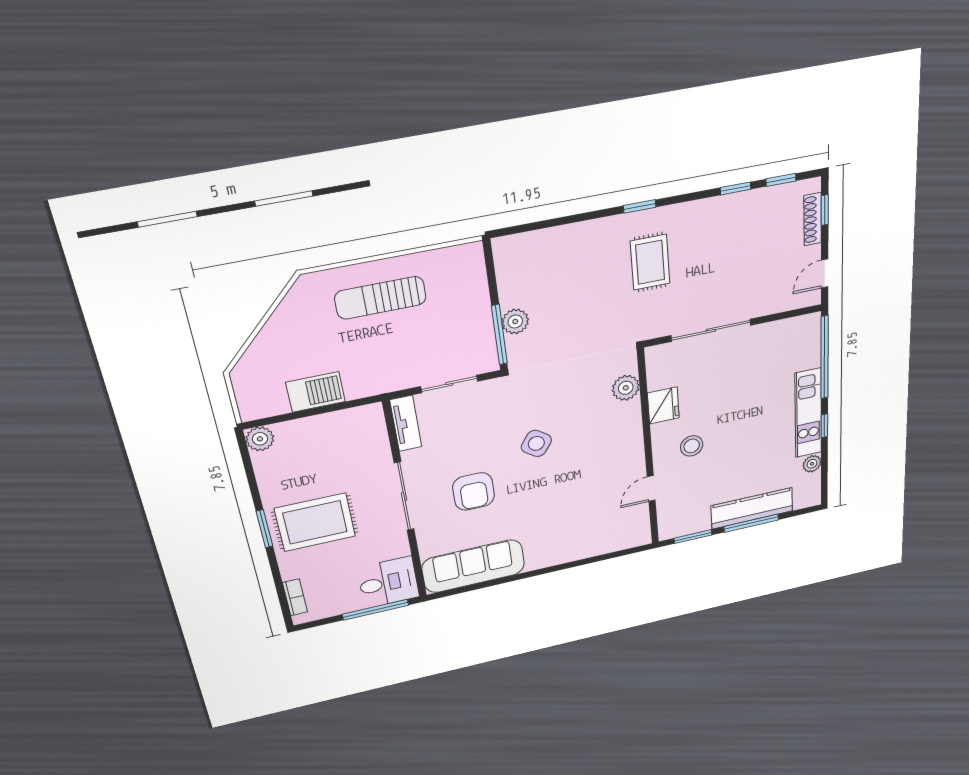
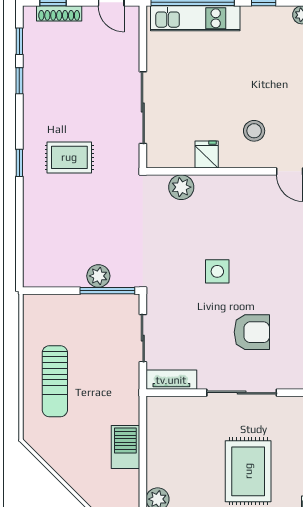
fridge: (663, 406) -> (207, 155), width x0.72
kitchen unit: (808, 413) -> (195, 18), moved
side table: (536, 443) -> (217, 271), turned -35

